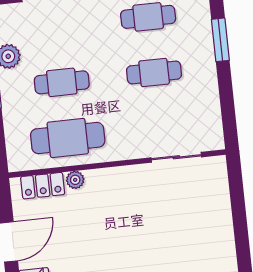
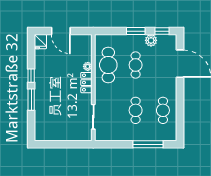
window: (220, 40) -> (148, 144), width x1.44
locker: (43, 186) -> (86, 83), moved

